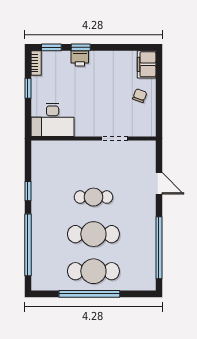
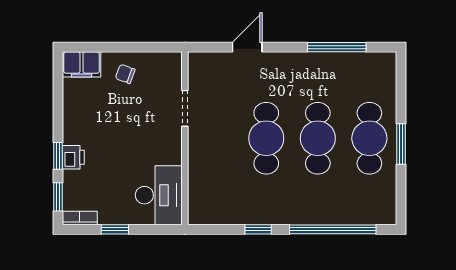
cafe table: (93, 197) -> (266, 138), width x1.37, depth x1.35
window: (159, 248) -> (337, 47), width x0.68
window: (89, 294) -> (401, 144), width x0.47

